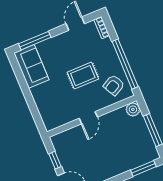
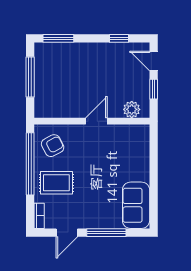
window: (35, 41) -> (106, 233), moved
rug: (83, 76) -> (56, 183), moved
plant: (133, 109) -> (132, 109), moved

